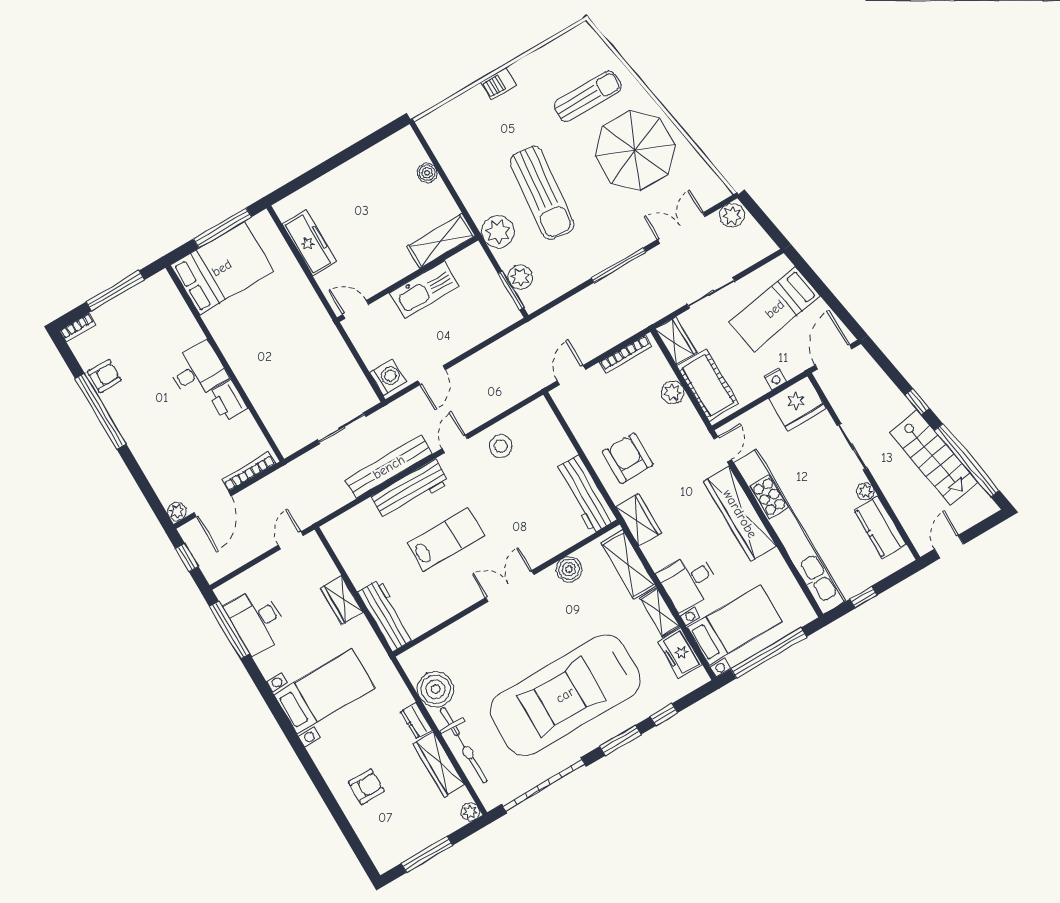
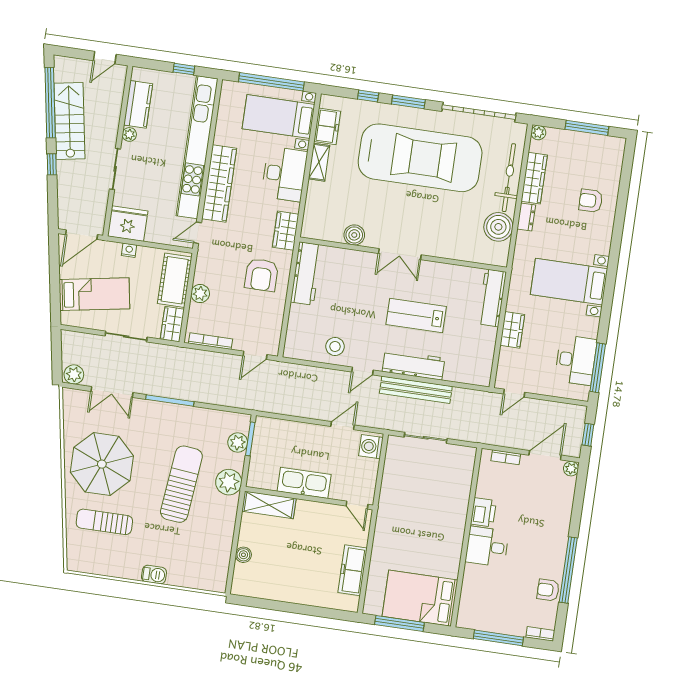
bookcase: (249, 472) -> (506, 457), width x0.64
shelving: (628, 565) -> (315, 208), removed
desk: (689, 581) -> (284, 174), width x1.37

